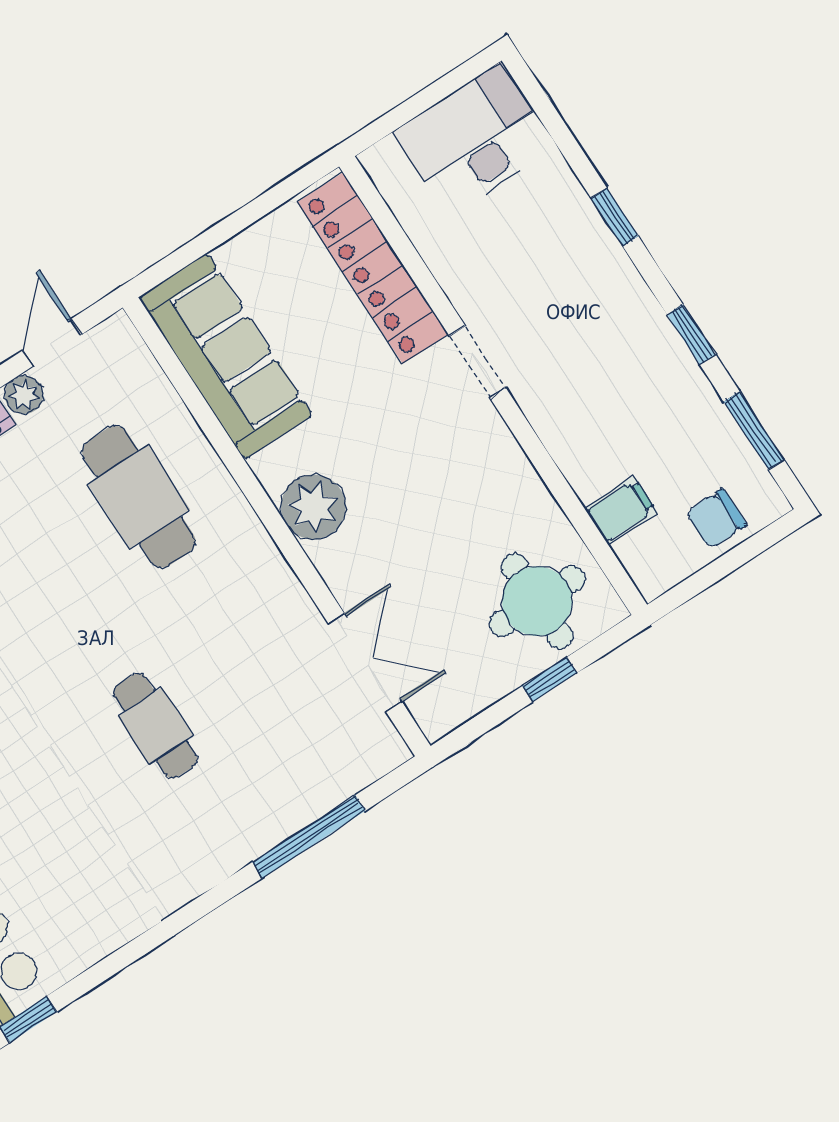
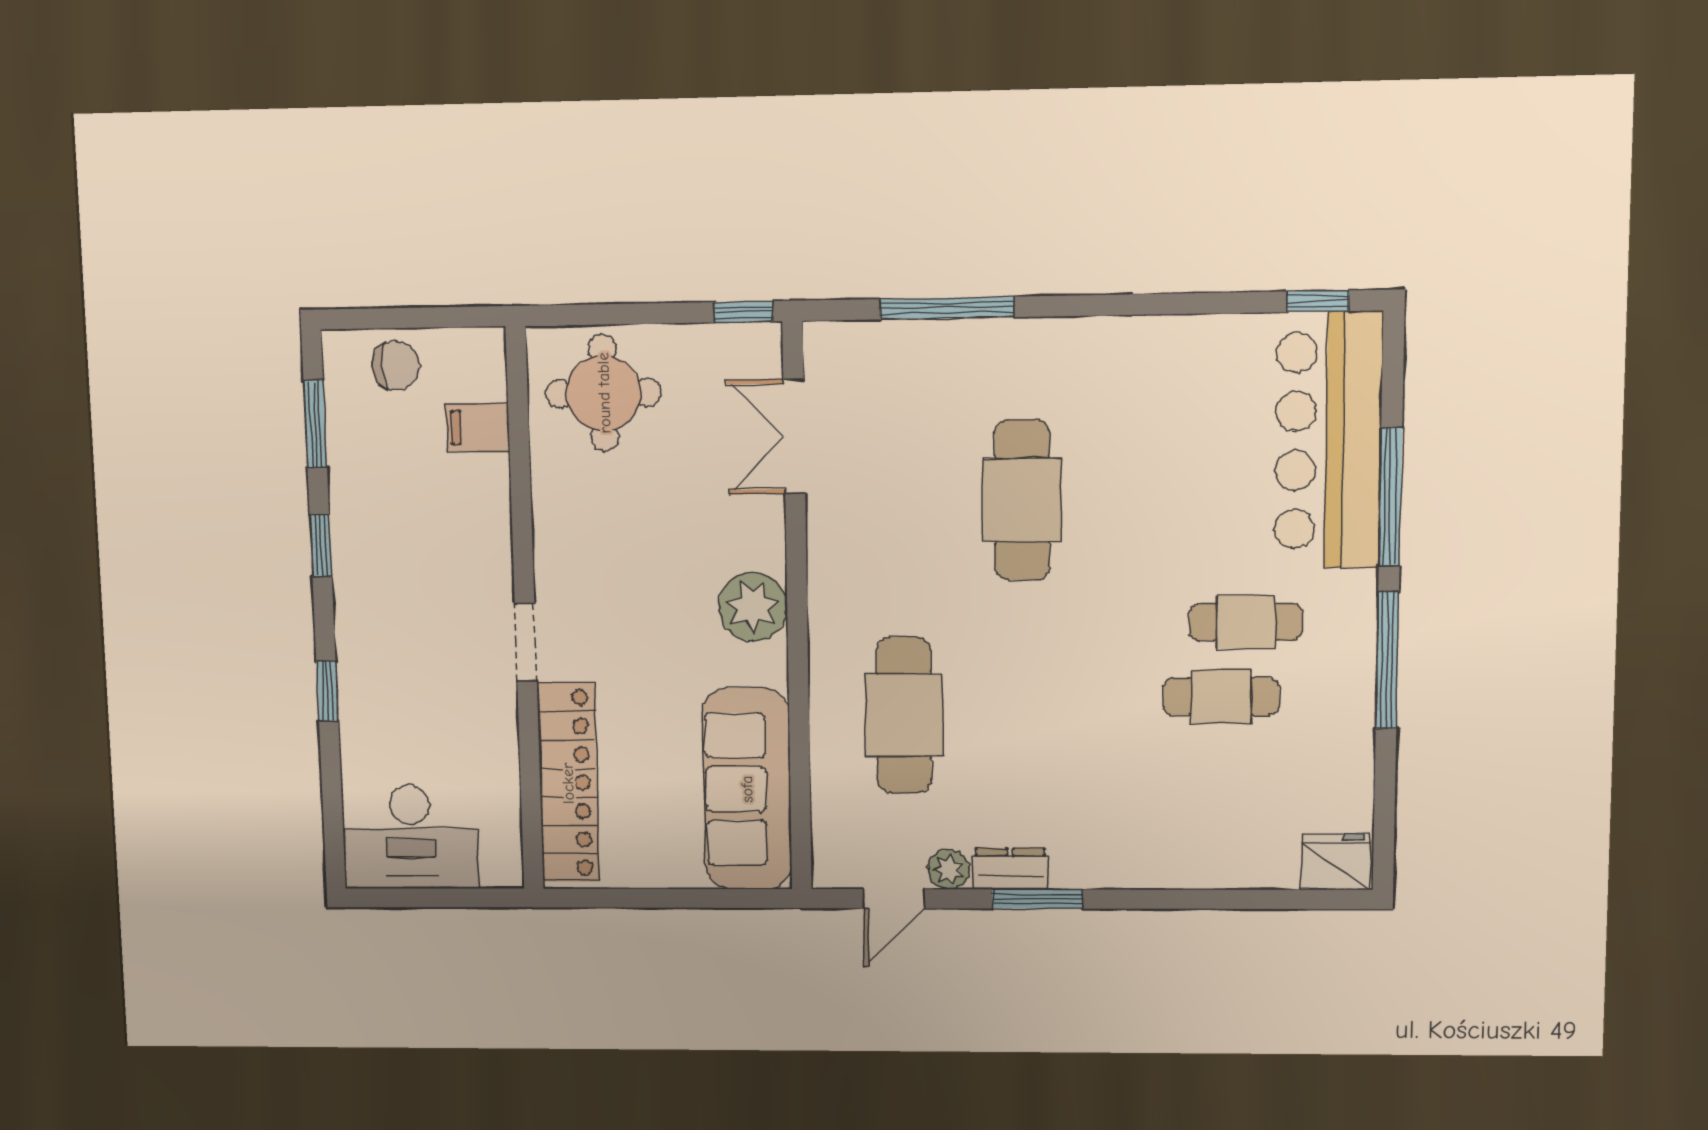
window: (550, 679) -> (744, 312), moved
cafe table: (155, 726) -> (1022, 500), width x1.37, depth x1.35

